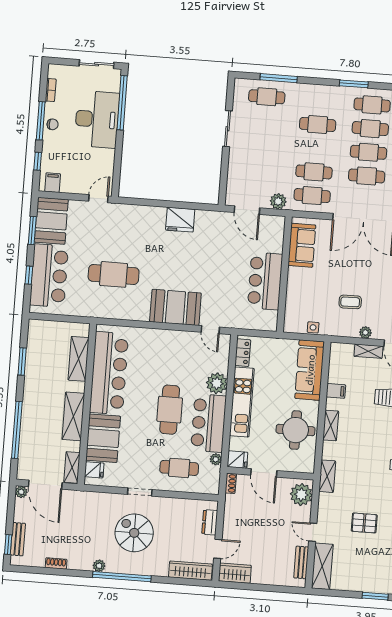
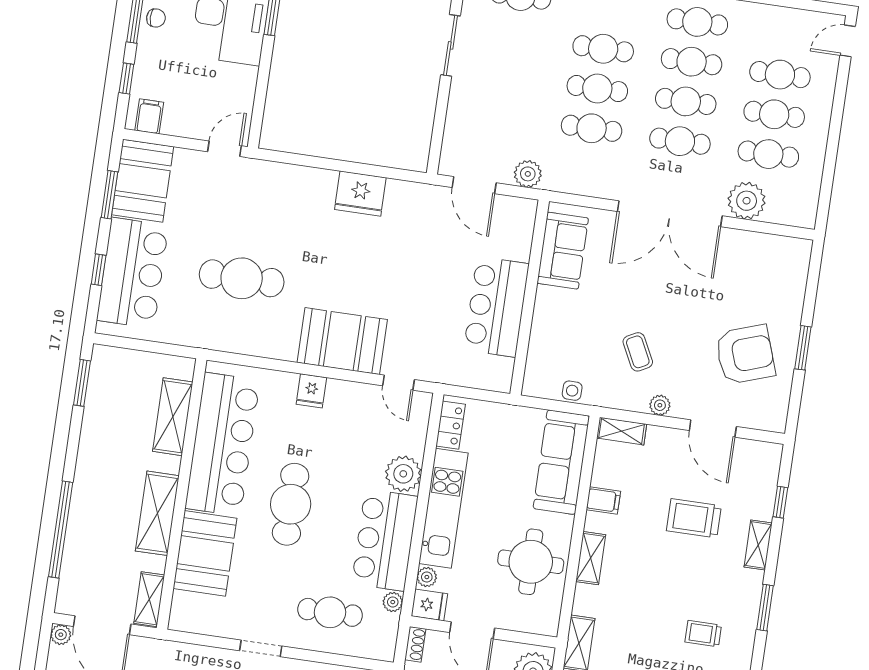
cafe table: (312, 196) -> (597, 89), moved
coffee table: (350, 302) -> (638, 352), turned 64
shelving: (368, 351) -> (622, 431), moved
window: (22, 361) -> (82, 383), moved
cafe table: (170, 410) -> (291, 504), moved
plant: (235, 443) -> (427, 577), added
fridge: (94, 470) -> (311, 391), moved, turned 90

